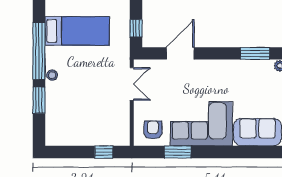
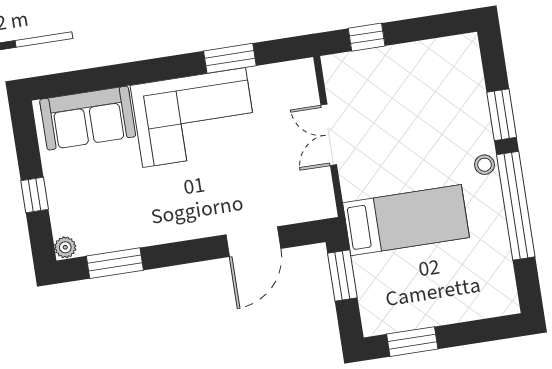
window: (136, 28) -> (342, 275), width x1.50
bed: (77, 31) -> (406, 220), moved, turned 180
double door: (132, 84) -> (329, 135), moved
armchair: (153, 130) -> (282, 92), removed

